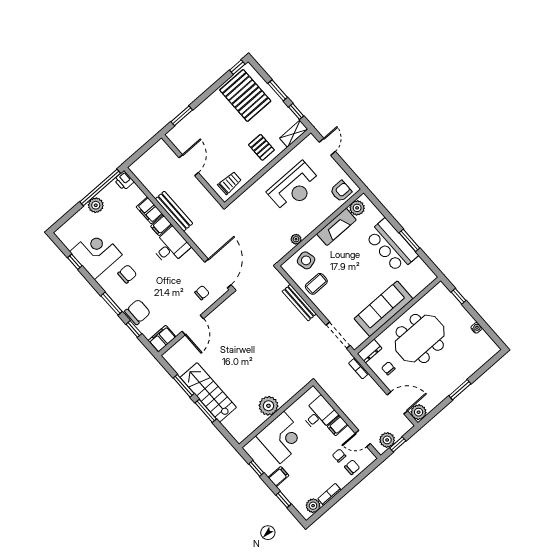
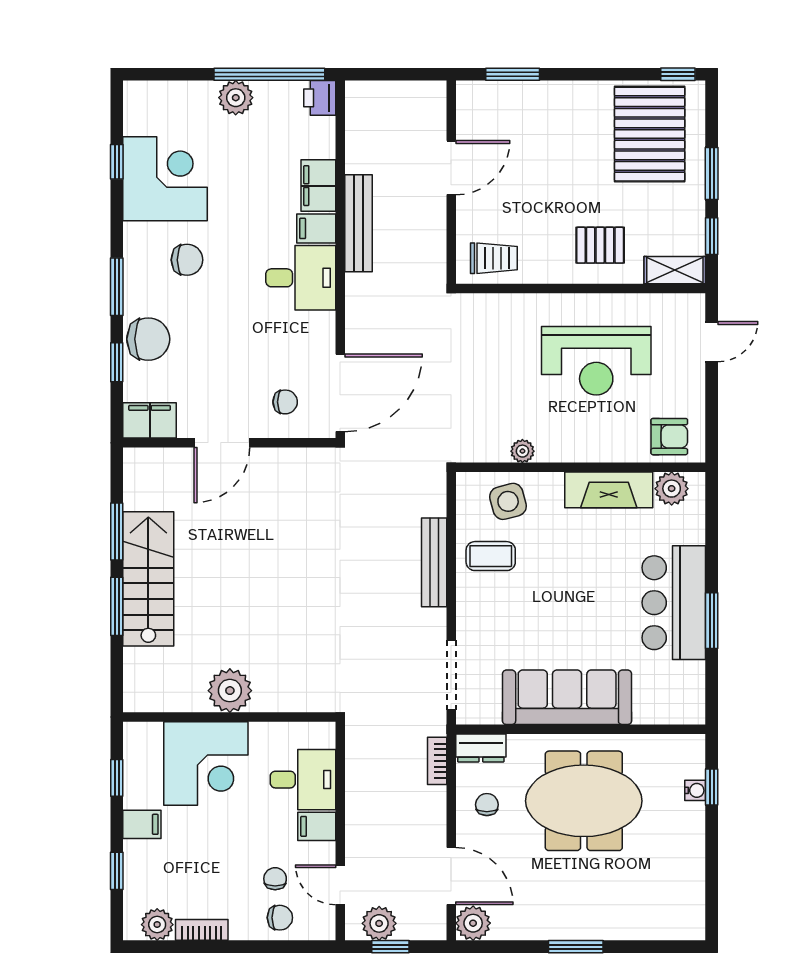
pallet: (261, 147) -> (600, 245), turned 90
water cooler: (476, 328) -> (695, 790), moved

